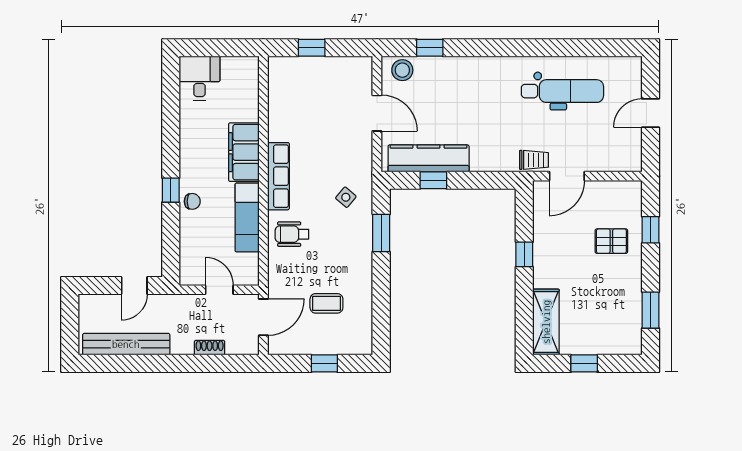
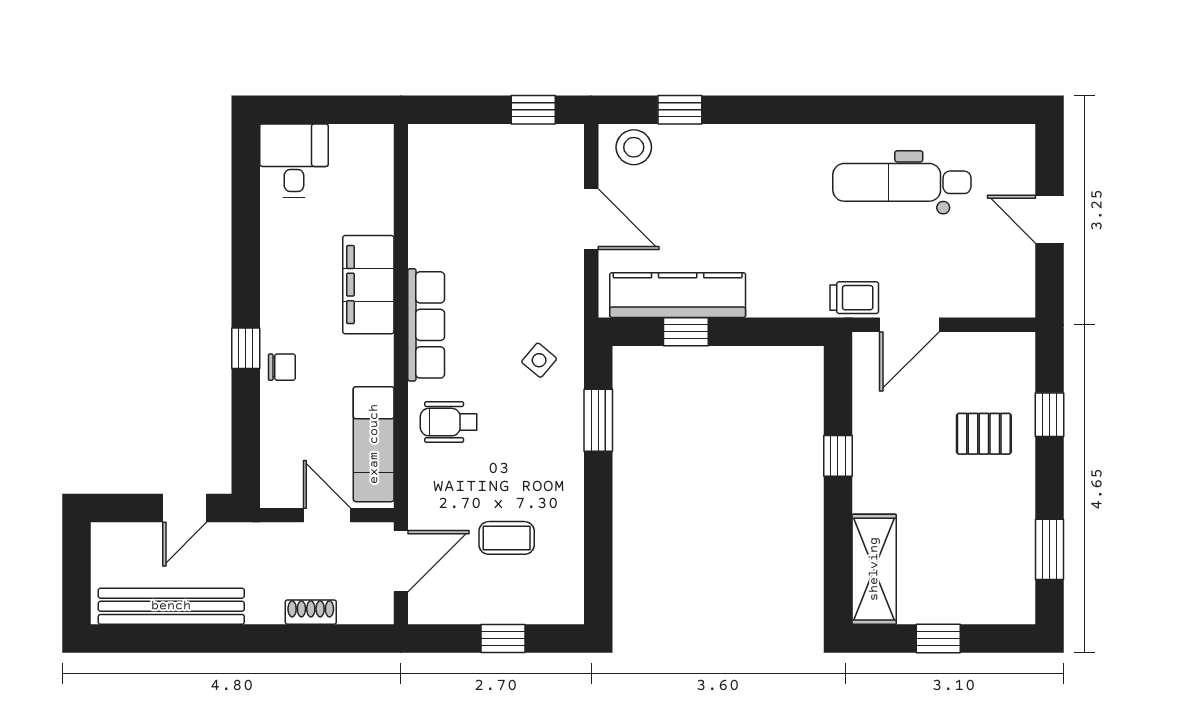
window: (312, 48) -> (533, 110), moved
dental chair: (562, 91) -> (902, 182), turned 180
door: (651, 113) -> (1050, 219), hinge flipped
exam couch: (247, 218) -> (374, 444), moved

